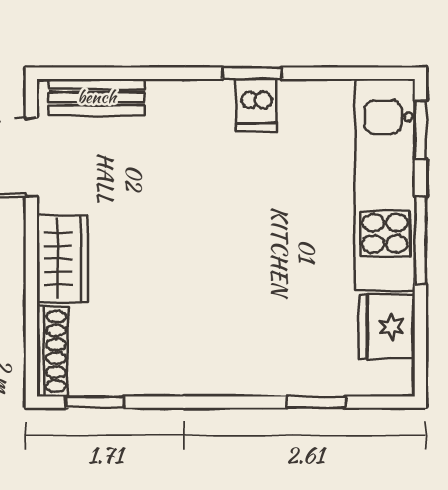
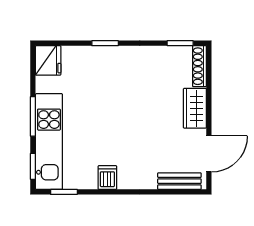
window: (252, 73) -> (64, 192), moved
fridge: (387, 327) -> (48, 60), moved
window: (316, 402) -> (105, 43), moved

